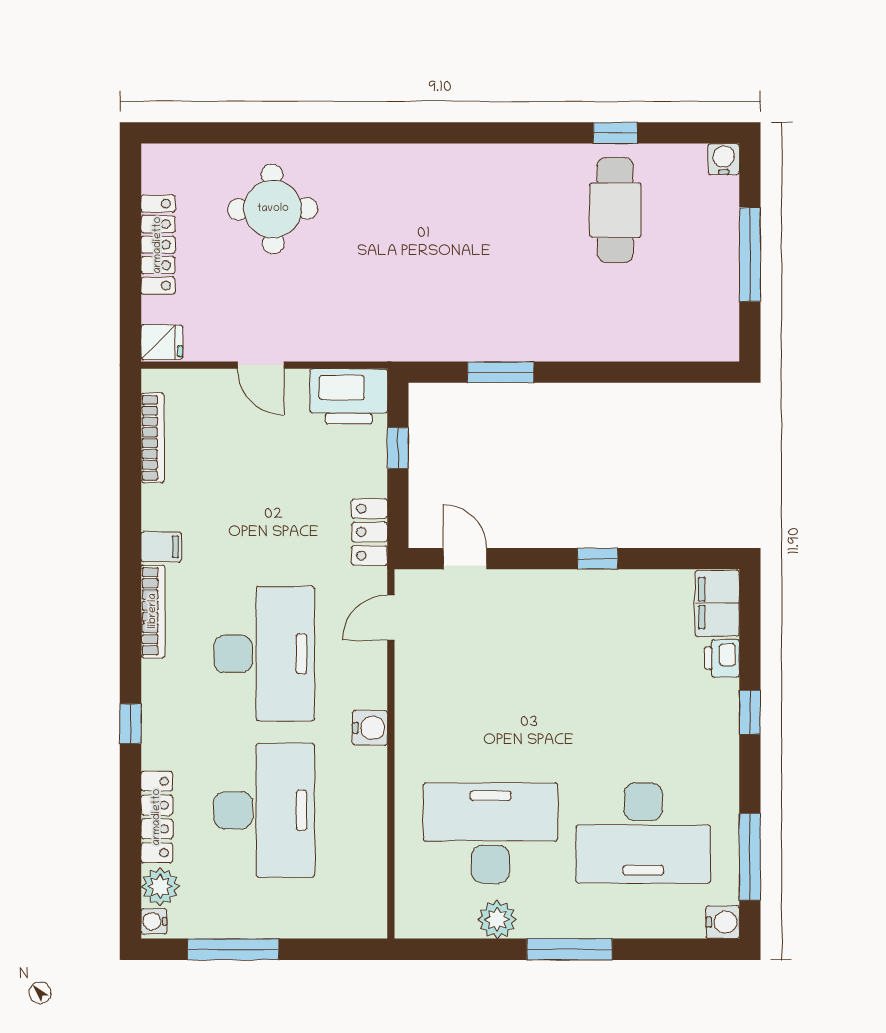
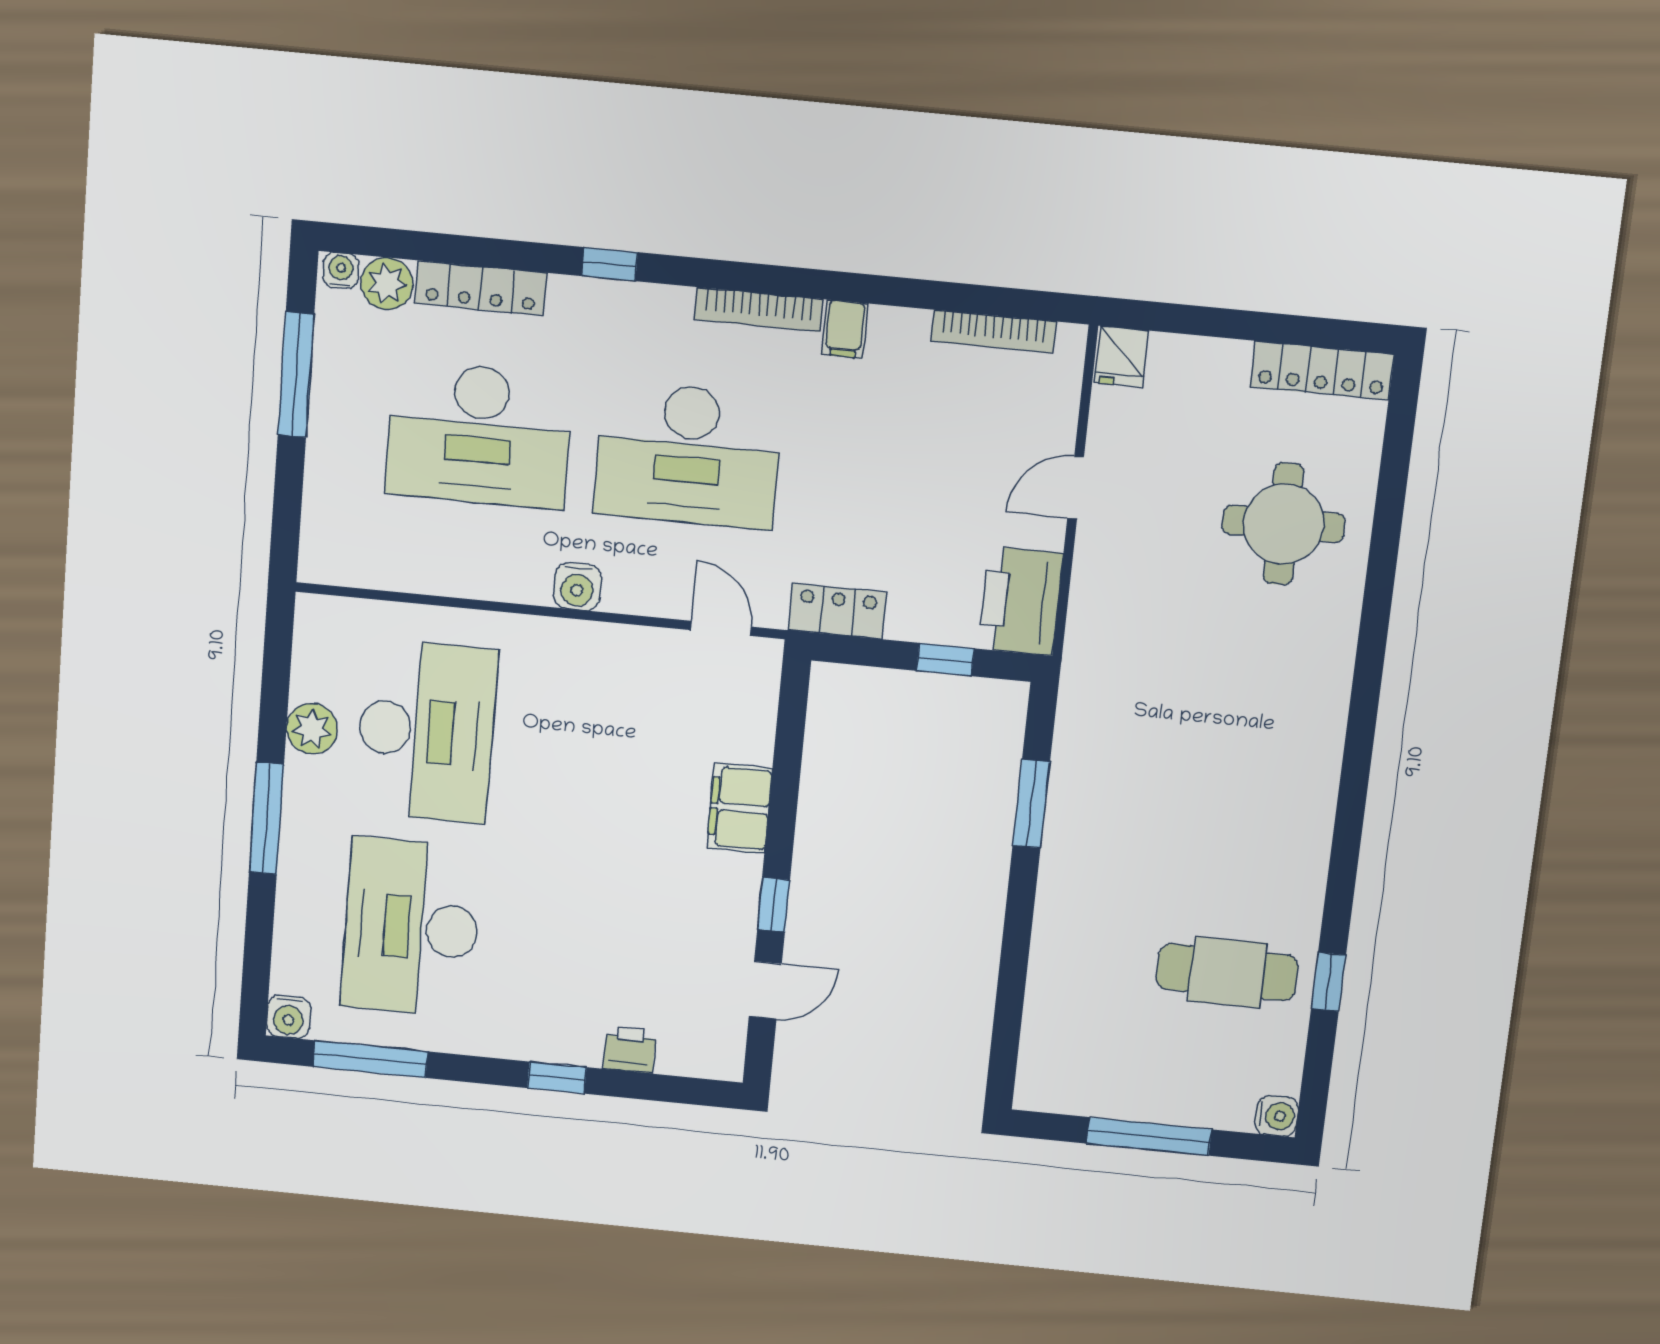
locker: (158, 245) -> (1322, 371), moved
door: (465, 559) -> (765, 990), moved
filing cabinet: (717, 603) -> (740, 808), moved, turned -90

